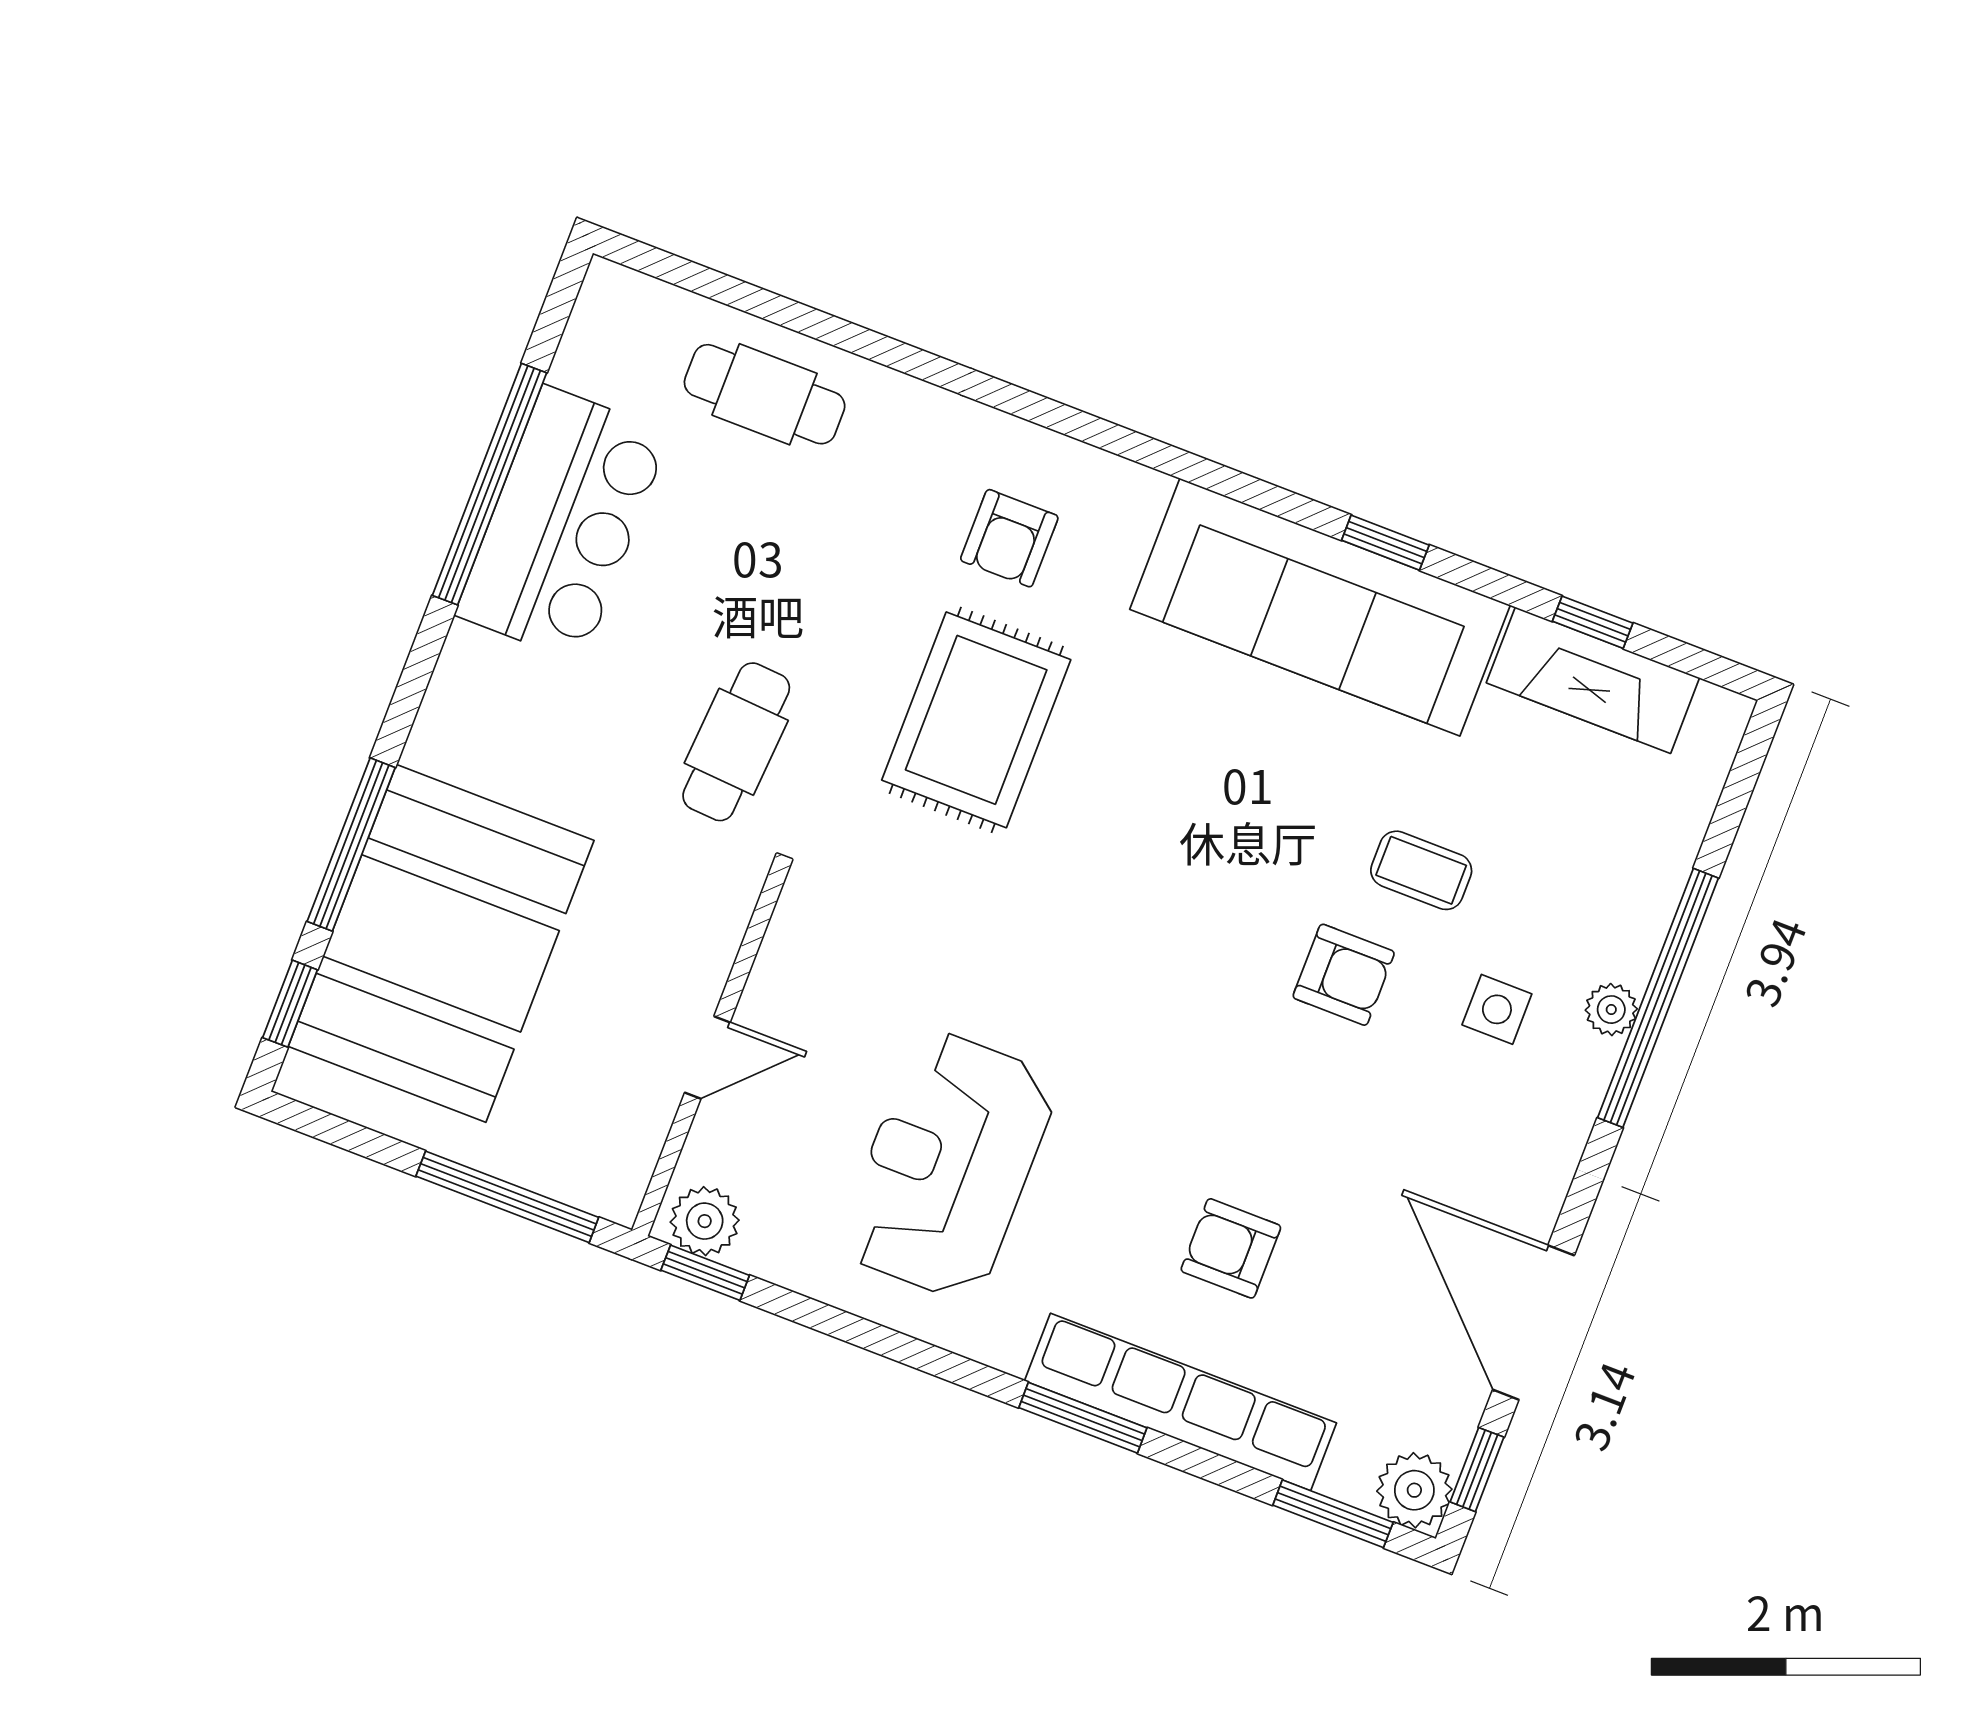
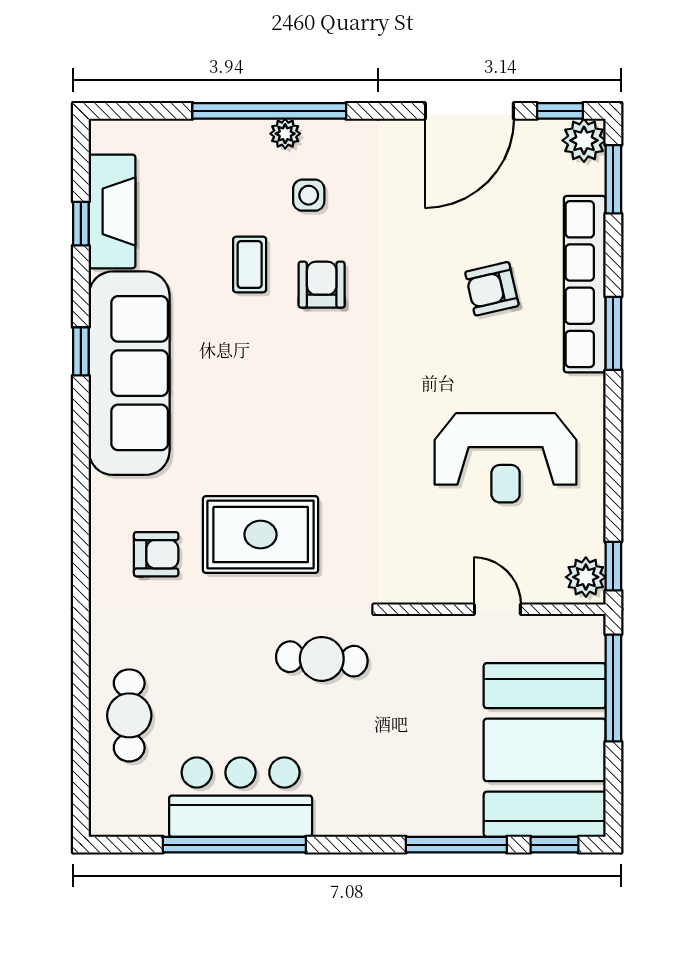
booth: (441, 943) -> (545, 750), moved, turned 90
armchair: (1231, 1248) -> (492, 289), turned 77

